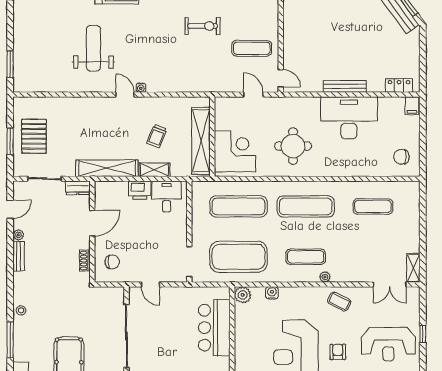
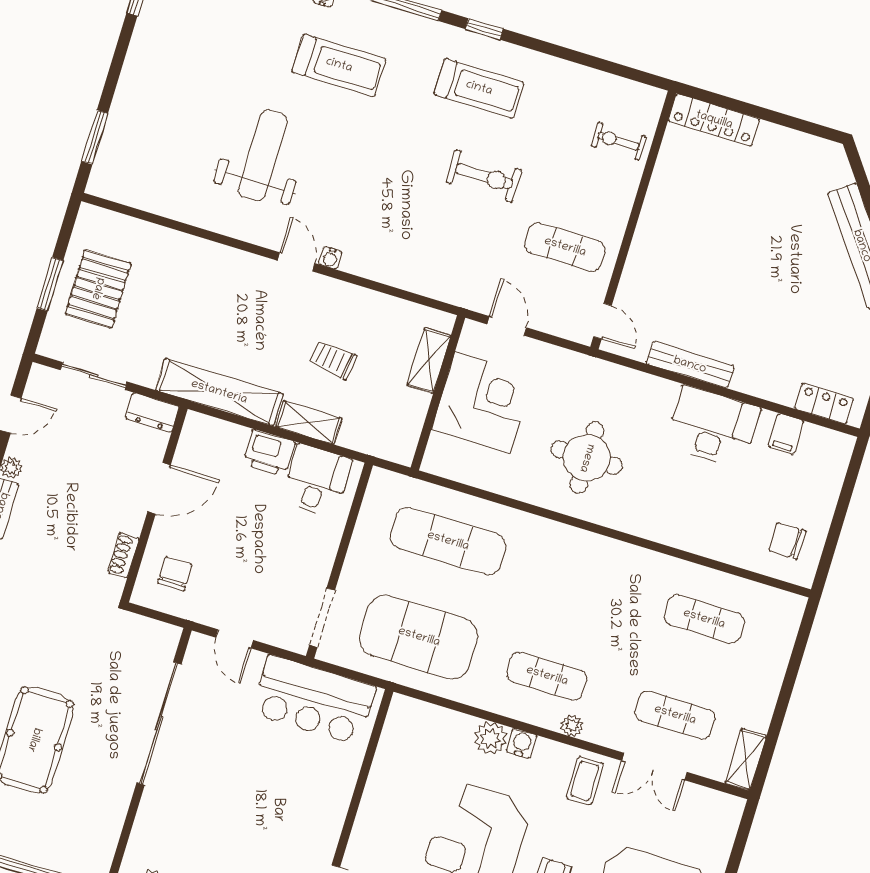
bench: (345, 86) -> (690, 365), moved
door: (253, 95) -> (507, 326), moved
filing cabinet: (412, 106) -> (786, 434), moved
desk: (349, 118) -> (713, 427), width x0.73, depth x0.77
trolley: (157, 136) -> (333, 359), turned 77
shelving: (201, 141) -> (429, 360), width x0.45, depth x0.75
corner desk: (235, 151) -> (483, 402), moved
exercise mat: (306, 206) -> (675, 715), moved, width x0.73, depth x0.69
chair: (112, 262) -> (175, 574), turned -90
double door: (390, 284) -> (654, 766), moved
water cooler: (272, 293) -> (522, 744), moved
plant: (243, 295) -> (490, 738), moved
coffee table: (339, 302) -> (585, 781), turned 63
bar counter: (214, 328) -> (314, 700), moved, turned -90

